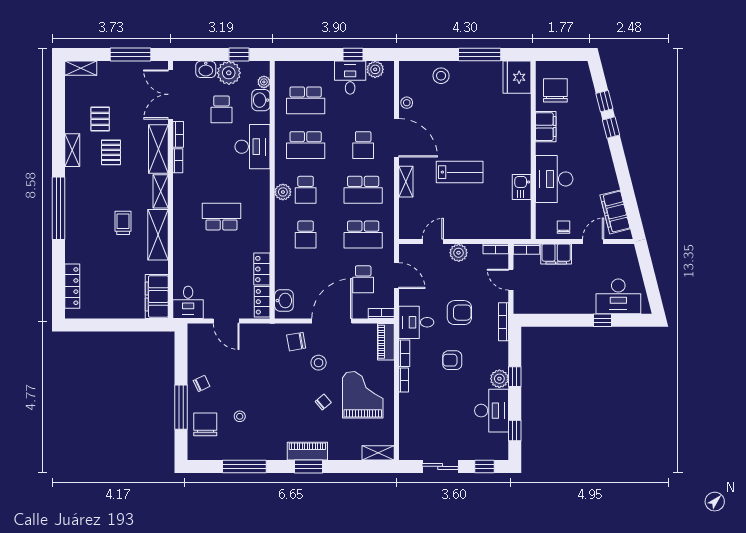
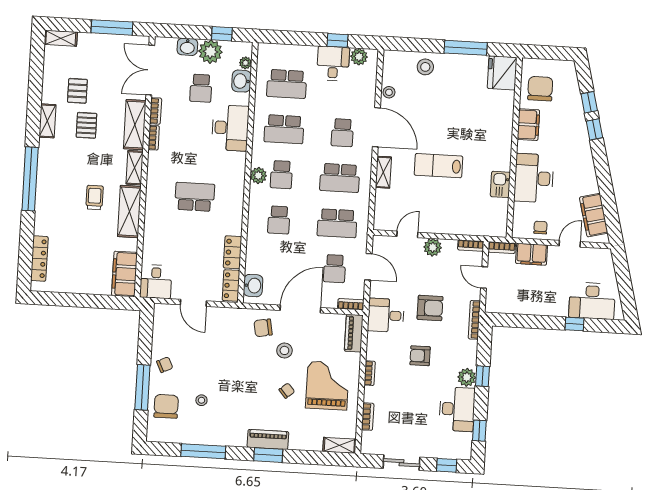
lab bench: (460, 172) -> (438, 166), turned 180
bookcase: (404, 353) -> (368, 417), moved

